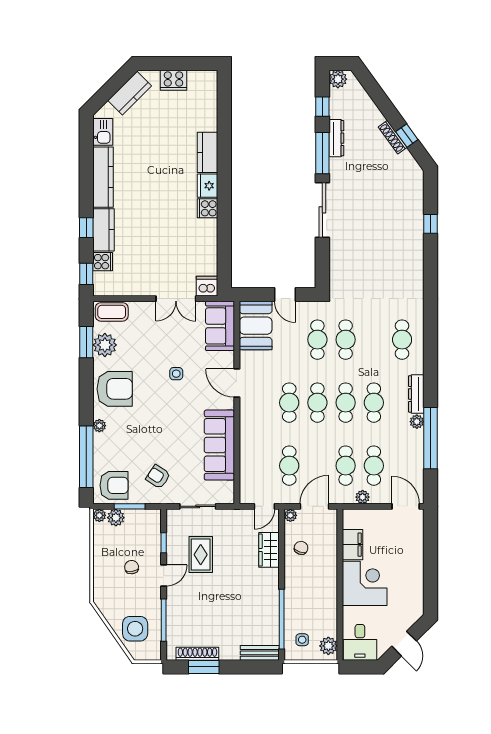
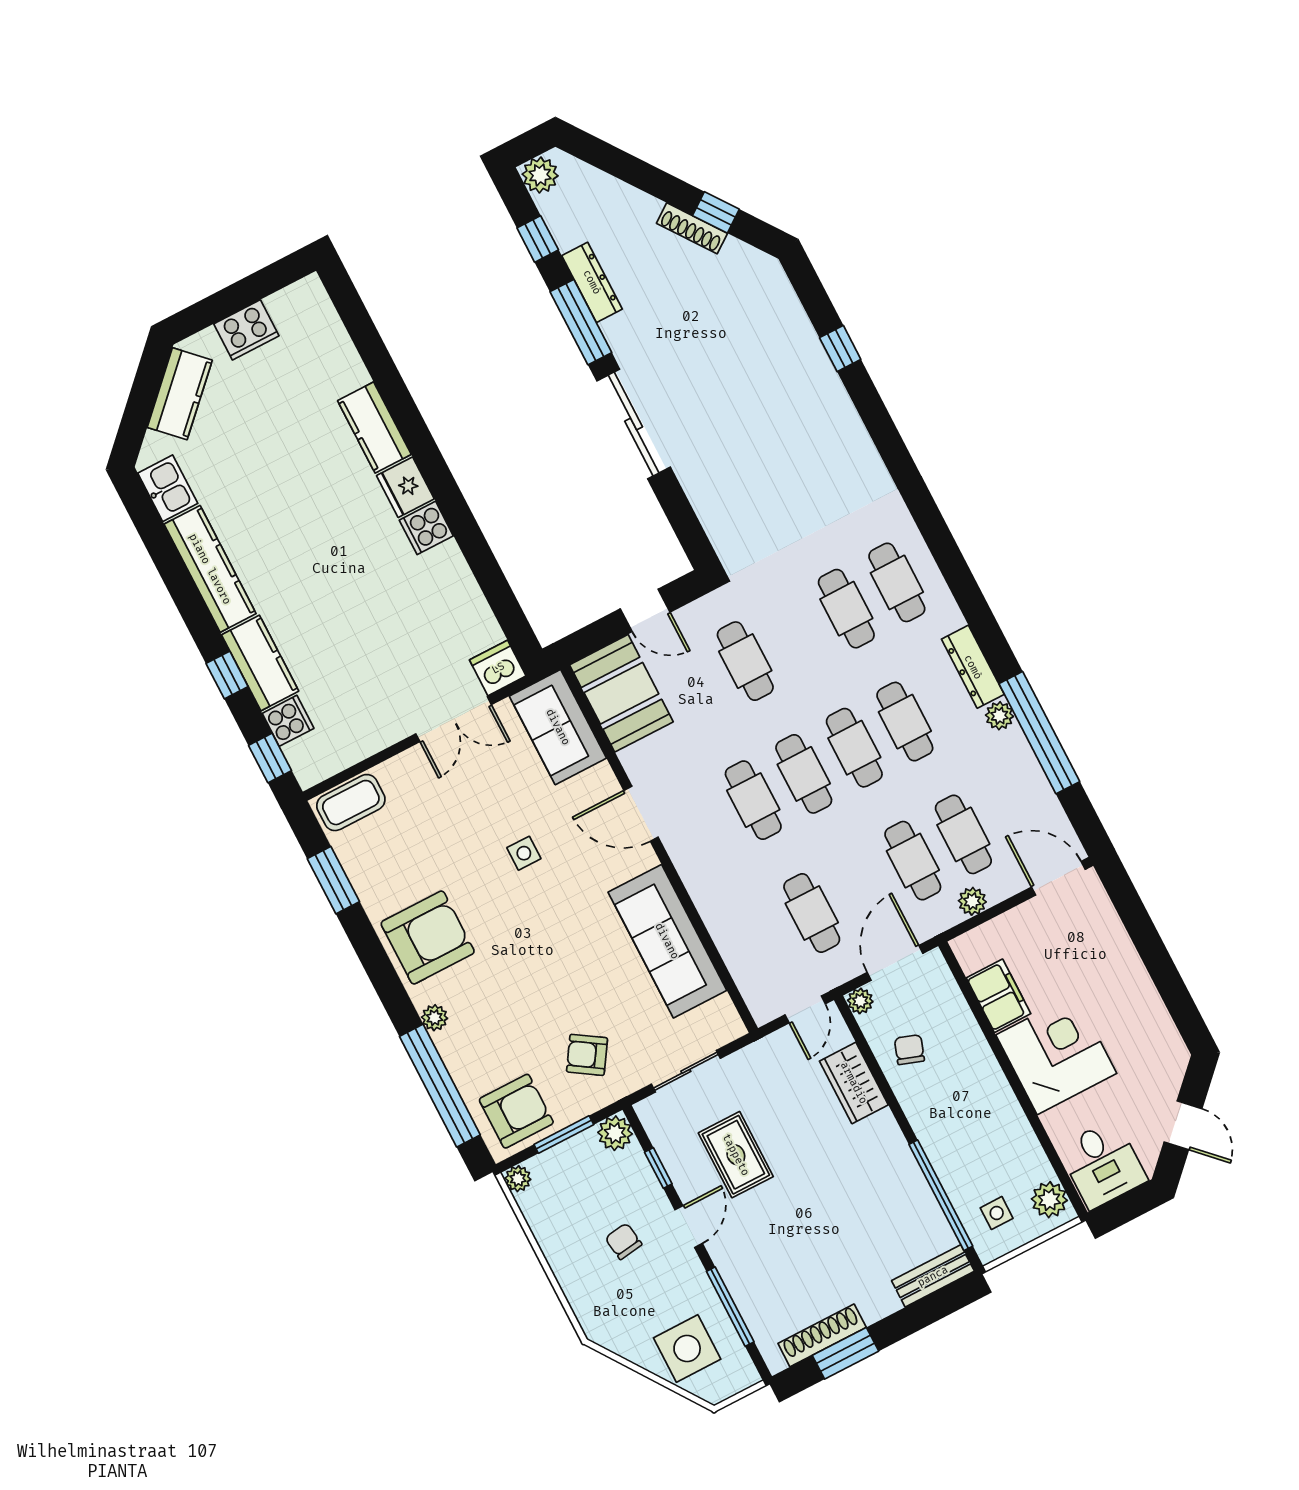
cafe table: (346, 340) -> (846, 609), moved
plant: (105, 345) -> (369, 868), removed
plant: (116, 518) -> (615, 1133), moved

